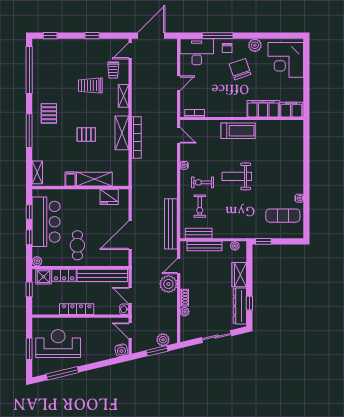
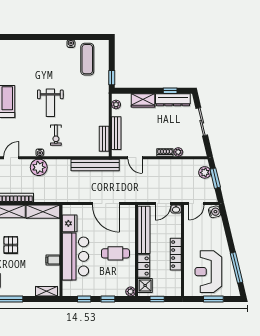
shelving: (94, 179) -> (43, 212), moved, turned 90
exercise bike: (200, 206) -> (78, 138), removed
bar counter: (46, 222) -> (75, 256), moved, turned 90
plant: (168, 284) -> (39, 167), moved

